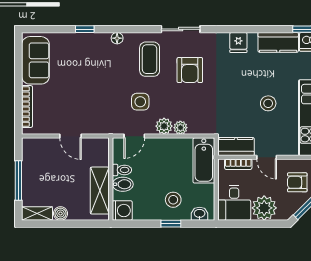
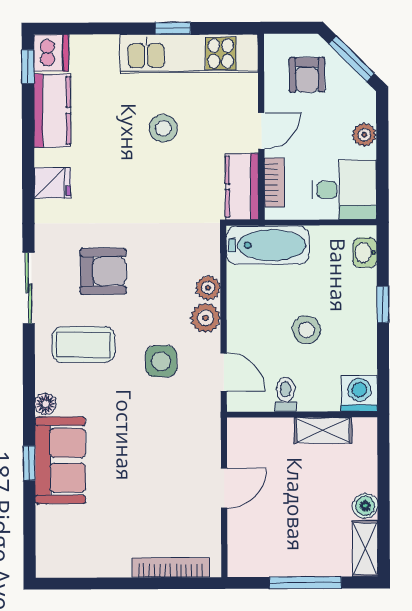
sofa: (35, 60) -> (60, 460), moved, turned 90
bidet: (123, 184) -> (312, 393), removed
shelving: (100, 191) -> (323, 430), width x0.67, depth x0.75
stool: (173, 200) -> (306, 330), moved
plant: (264, 208) -> (364, 135), width x0.53, depth x0.53

